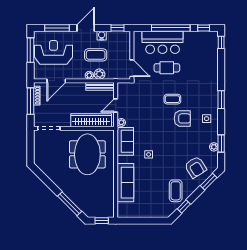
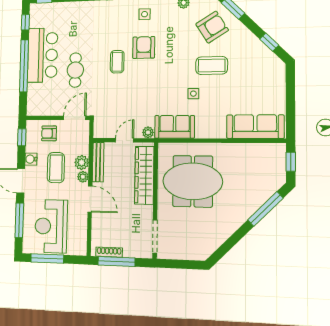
bar counter: (163, 42) -> (43, 55), moved
armchair: (120, 49) -> (49, 133), added
door: (56, 81) -> (90, 199), moved
door: (116, 106) -> (125, 140), swing flipped
sofa: (125, 183) -> (255, 127), moved
coffee table: (176, 191) -> (212, 65), moved

